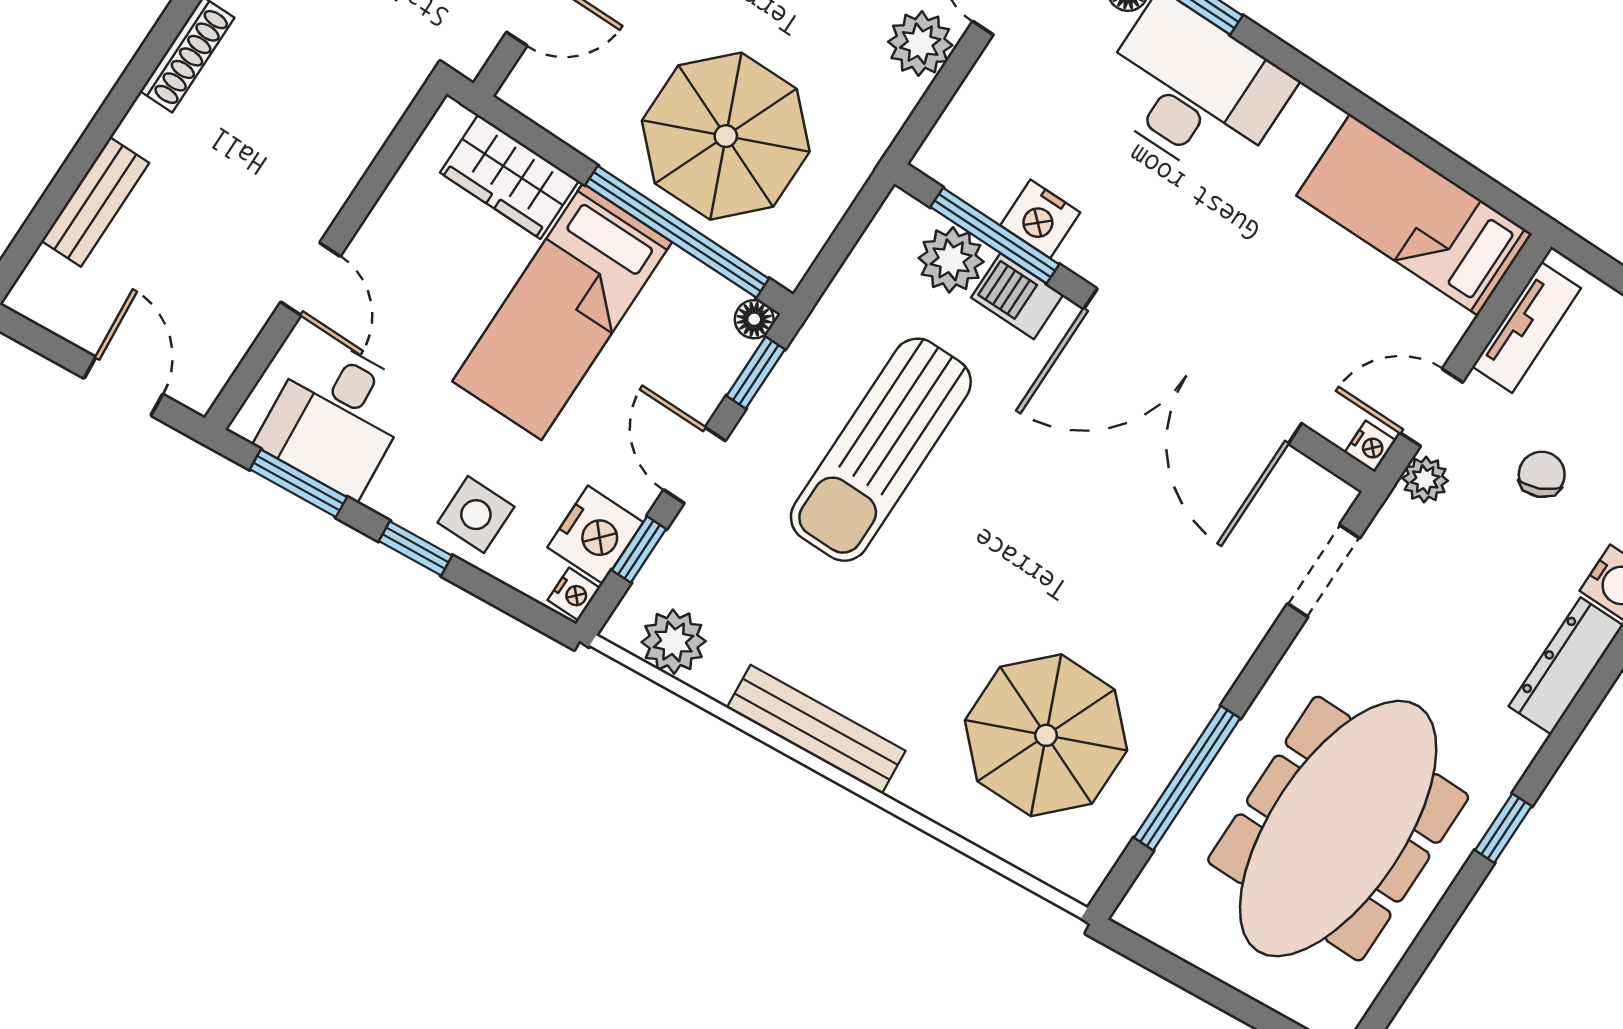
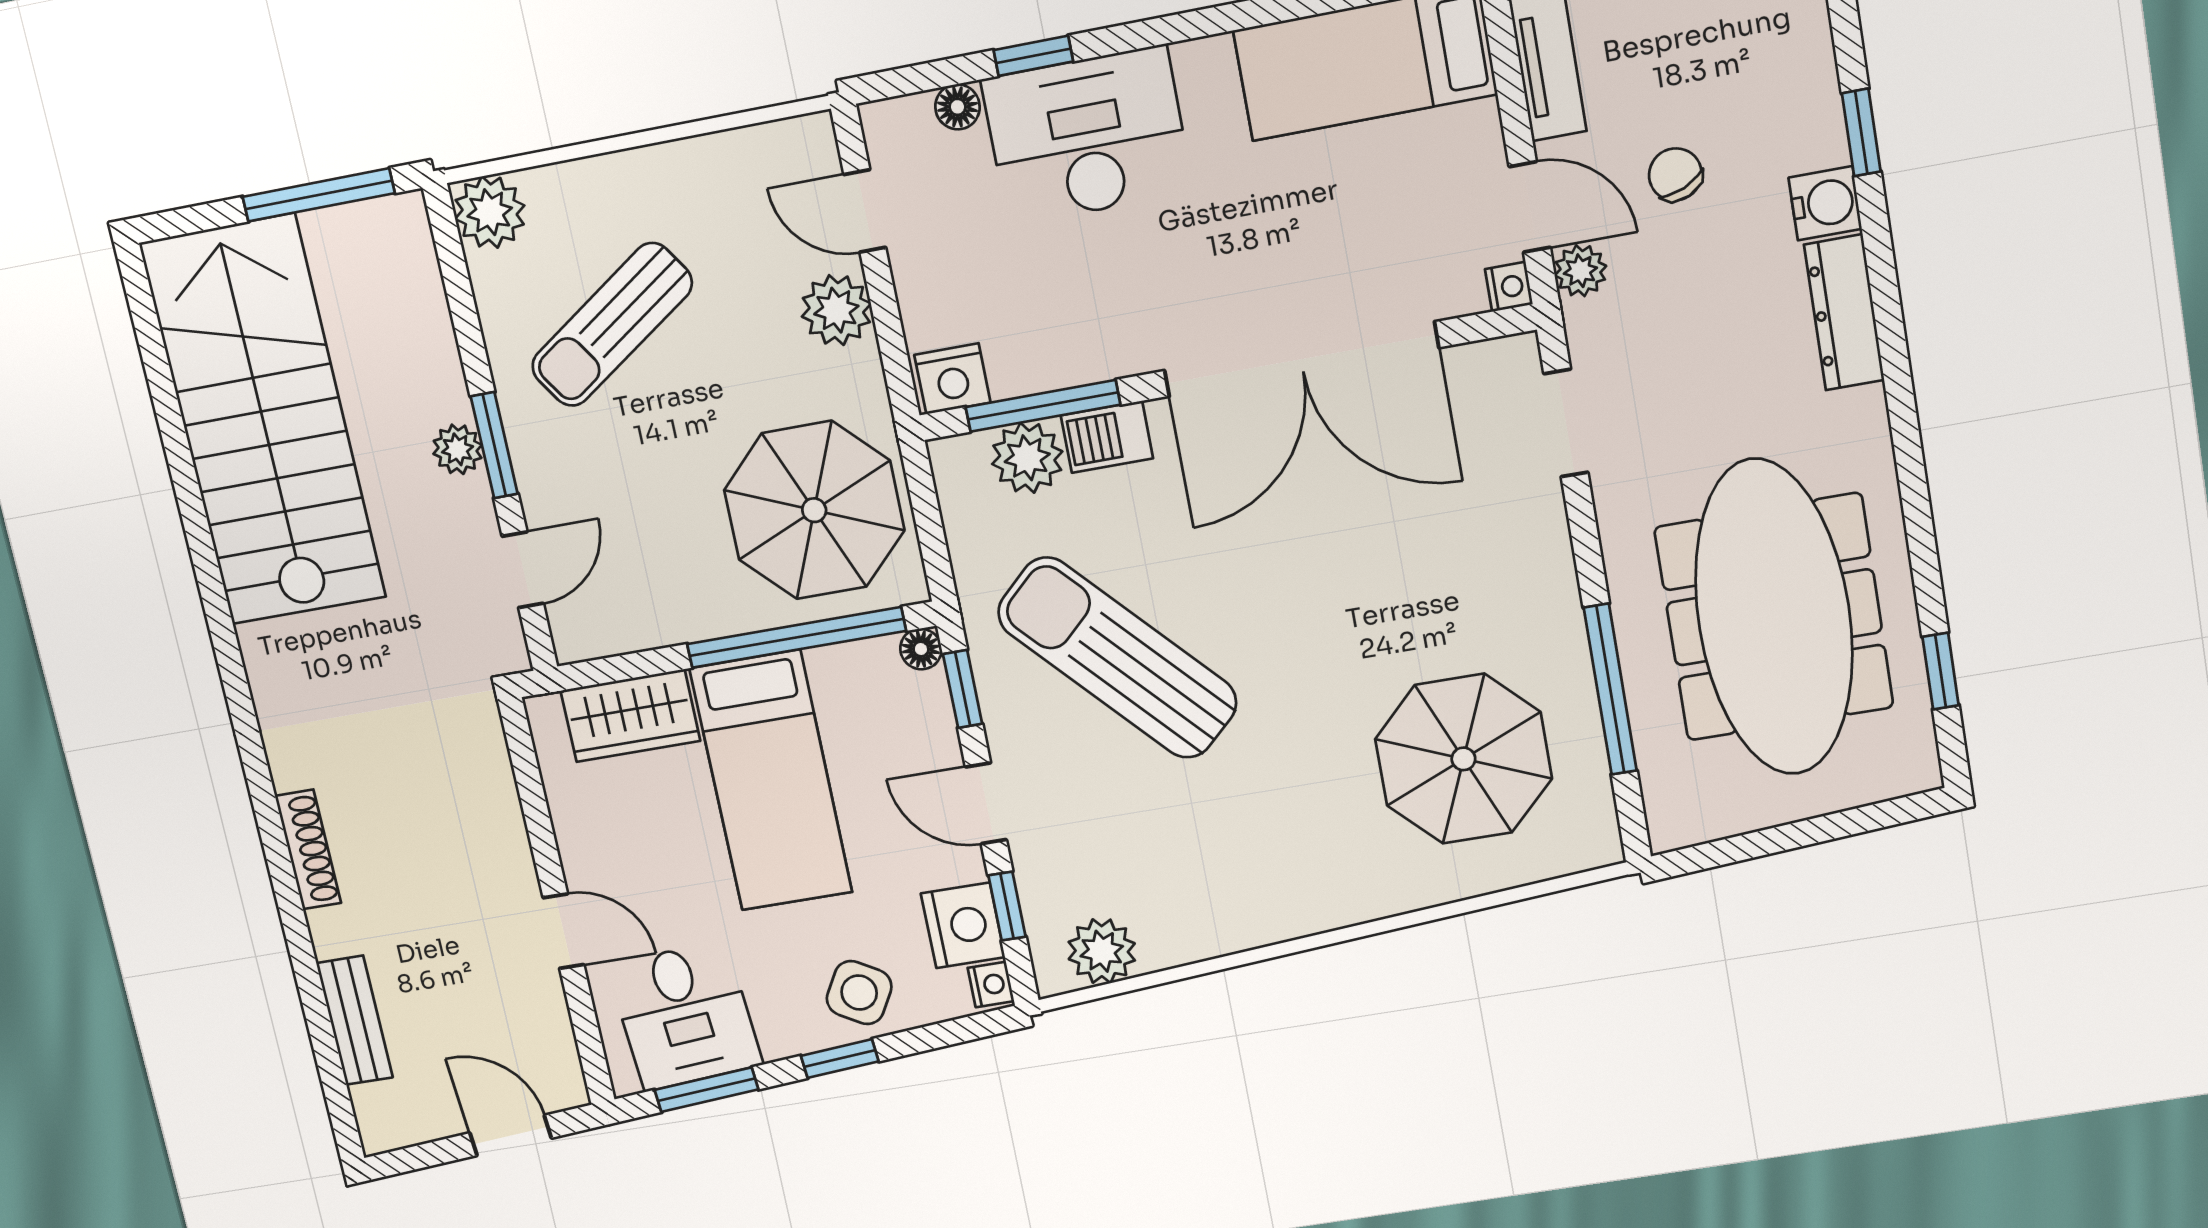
parasol: (726, 136) -> (814, 510), moved
nightstand: (1040, 219) -> (952, 379), moved
door: (1431, 408) -> (1530, 207), swing flipped
sun lounger: (881, 450) -> (1117, 658), turned 137
side table: (476, 515) -> (859, 993), turned 30
bench: (816, 729) -> (1277, 918), removed
window: (1503, 828) -> (1941, 671), moved

